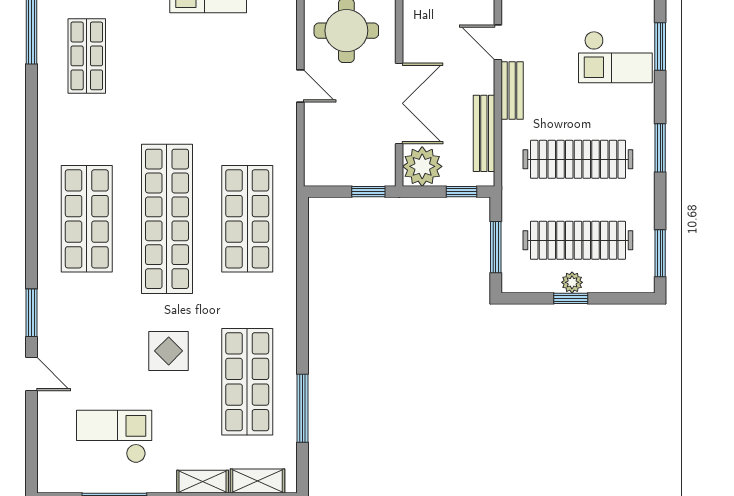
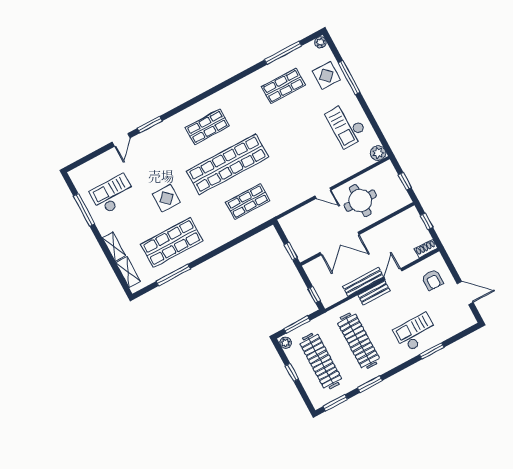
checkout: (615, 57) -> (416, 333), turned 90
door: (300, 86) -> (323, 193), hinge flipped
bench: (484, 133) -> (363, 282), moved
window: (660, 148) -> (370, 384), moved
plant: (422, 166) -> (316, 270), removed
shop shelf: (87, 219) -> (207, 127), width x0.70, depth x0.74
shop shelf: (247, 219) -> (248, 202), width x0.70, depth x0.74
plant: (572, 282) -> (285, 343), moved
checkout: (114, 436) -> (113, 194), turned -90

